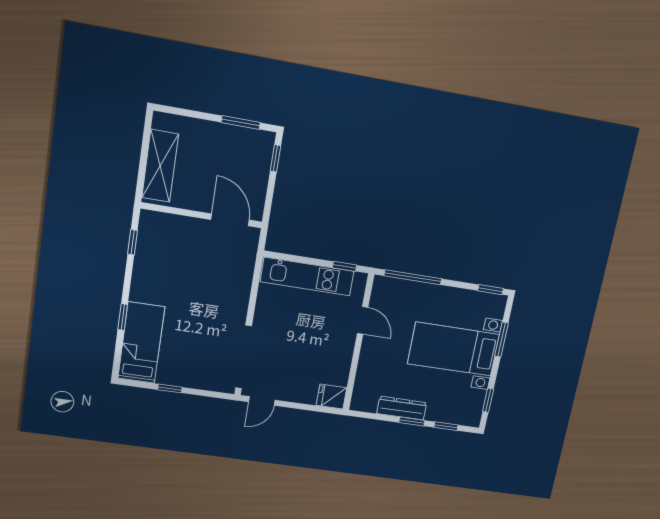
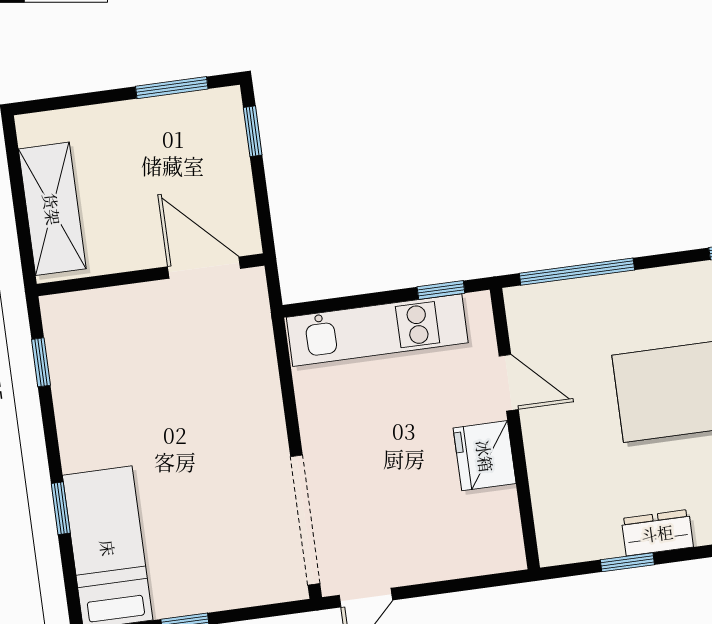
fridge: (332, 397) -> (485, 456), moved, width x1.38
dresser: (402, 408) -> (657, 533), width x0.70
window: (412, 421) -> (627, 562), moved

